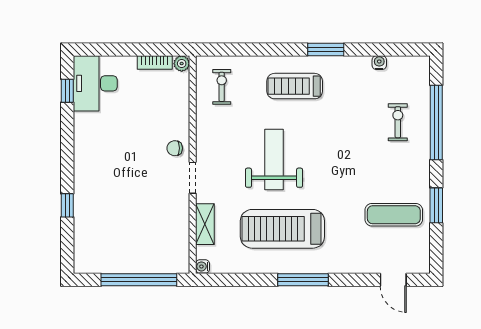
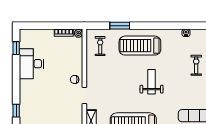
window: (326, 49) -> (120, 26), moved
desk: (95, 83) -> (31, 64), moved
treadmill: (295, 86) -> (140, 46), width x1.37, depth x1.38
weight bench: (274, 159) -> (152, 82), moved, width x0.73, depth x0.75

